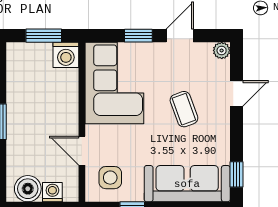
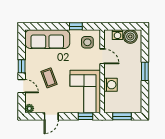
window: (138, 36) -> (85, 116), moved
washing machine: (66, 55) -> (110, 85), moved, turned 90
door: (236, 93) -> (22, 86), swing flipped
window: (236, 174) -> (22, 66), moved

